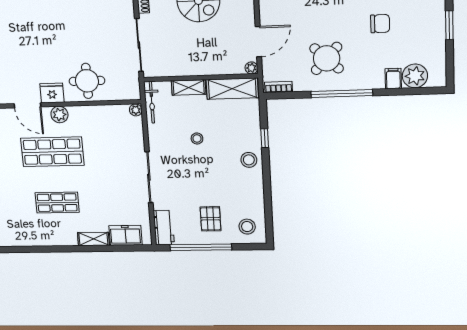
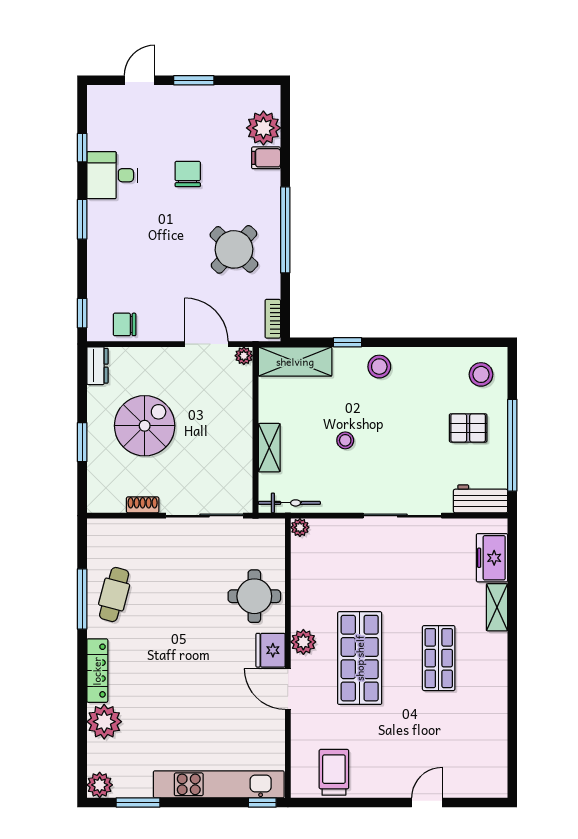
shelving: (232, 89) -> (295, 362), moved, turned 90
door: (27, 105) -> (288, 689), swing flipped

